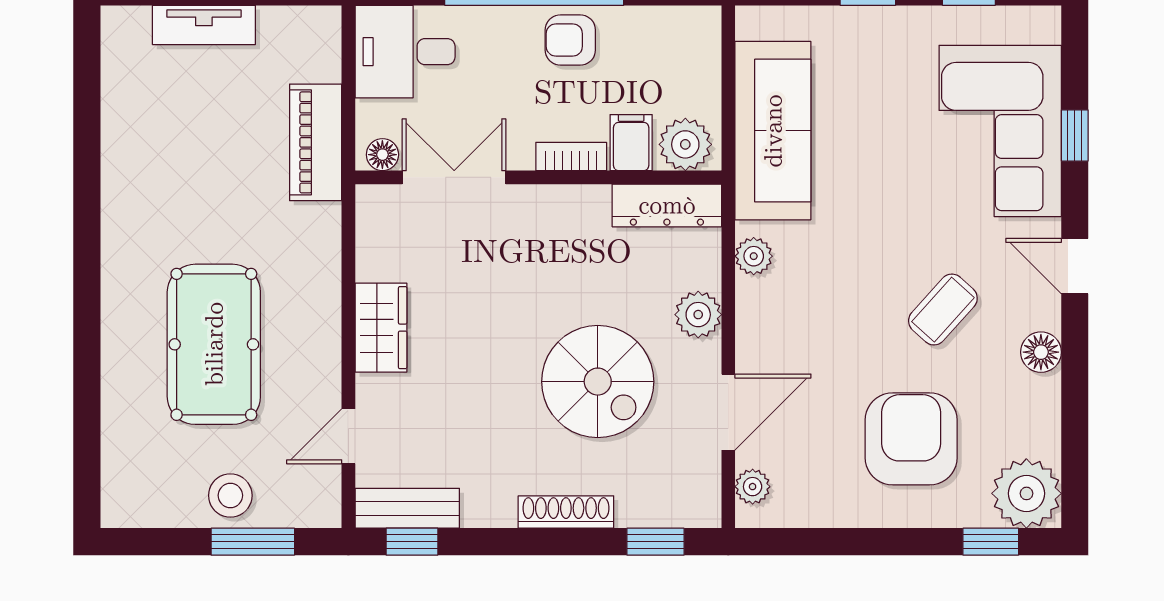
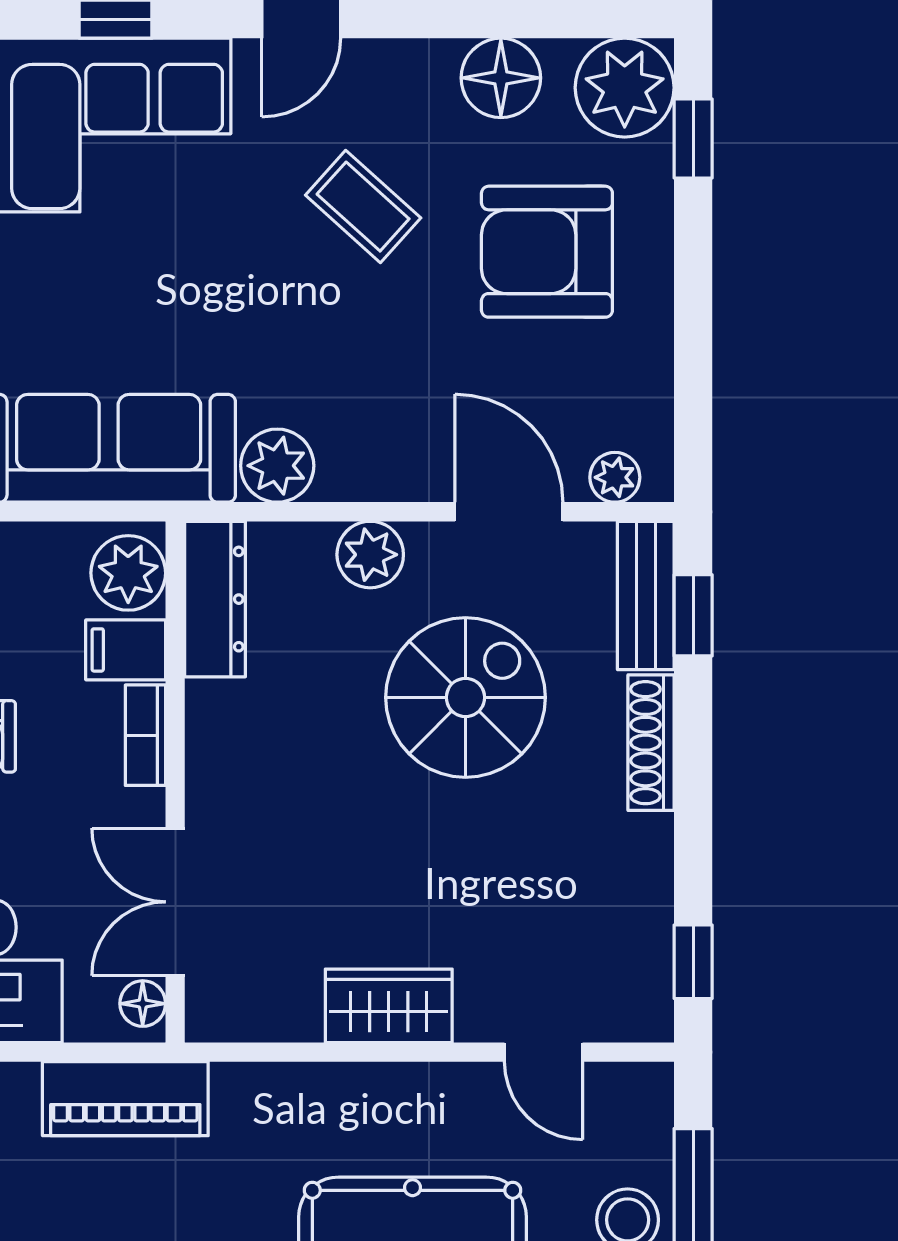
plant: (754, 256) -> (277, 466), width x1.38, depth x1.38
floor lamp: (1041, 352) -> (501, 78), moved, width x1.38, depth x1.38
bench: (407, 508) -> (646, 596), moved

